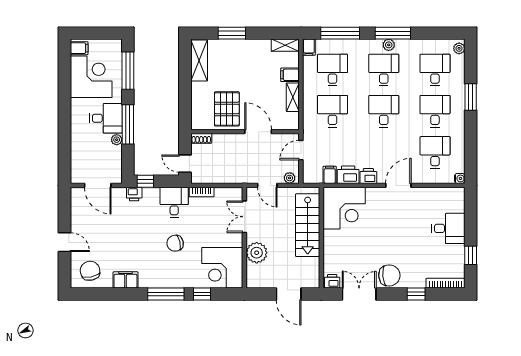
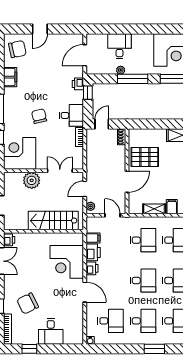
desk: (106, 118) -> (119, 46), moved, turned 180
corner desk: (344, 208) -> (67, 262), moved
chair: (389, 275) -> (28, 303), moved, turned 69

